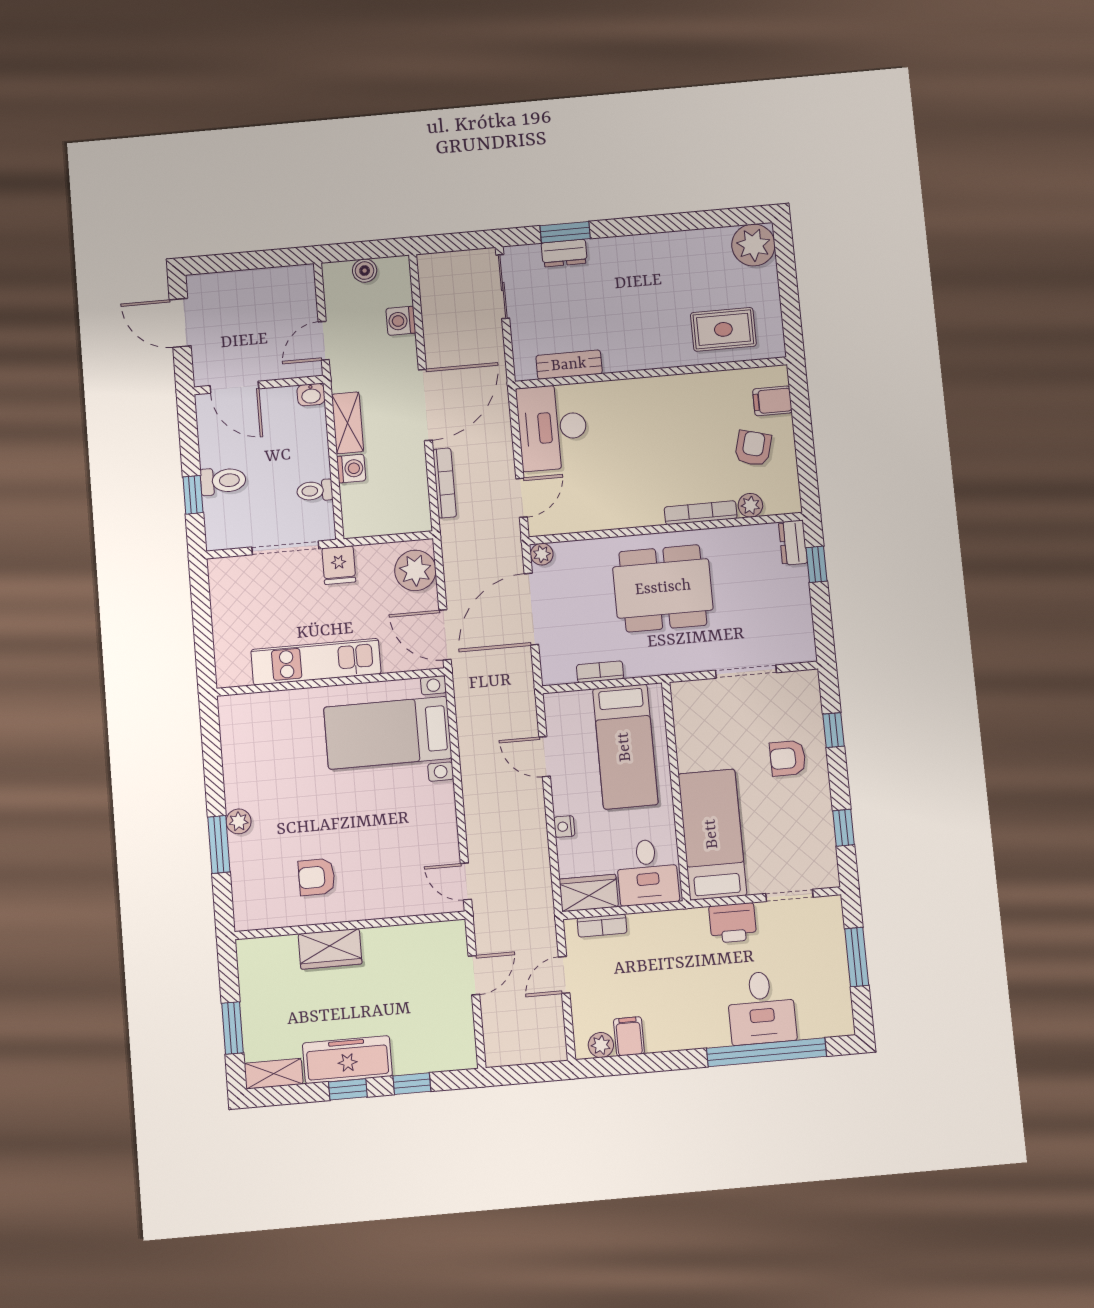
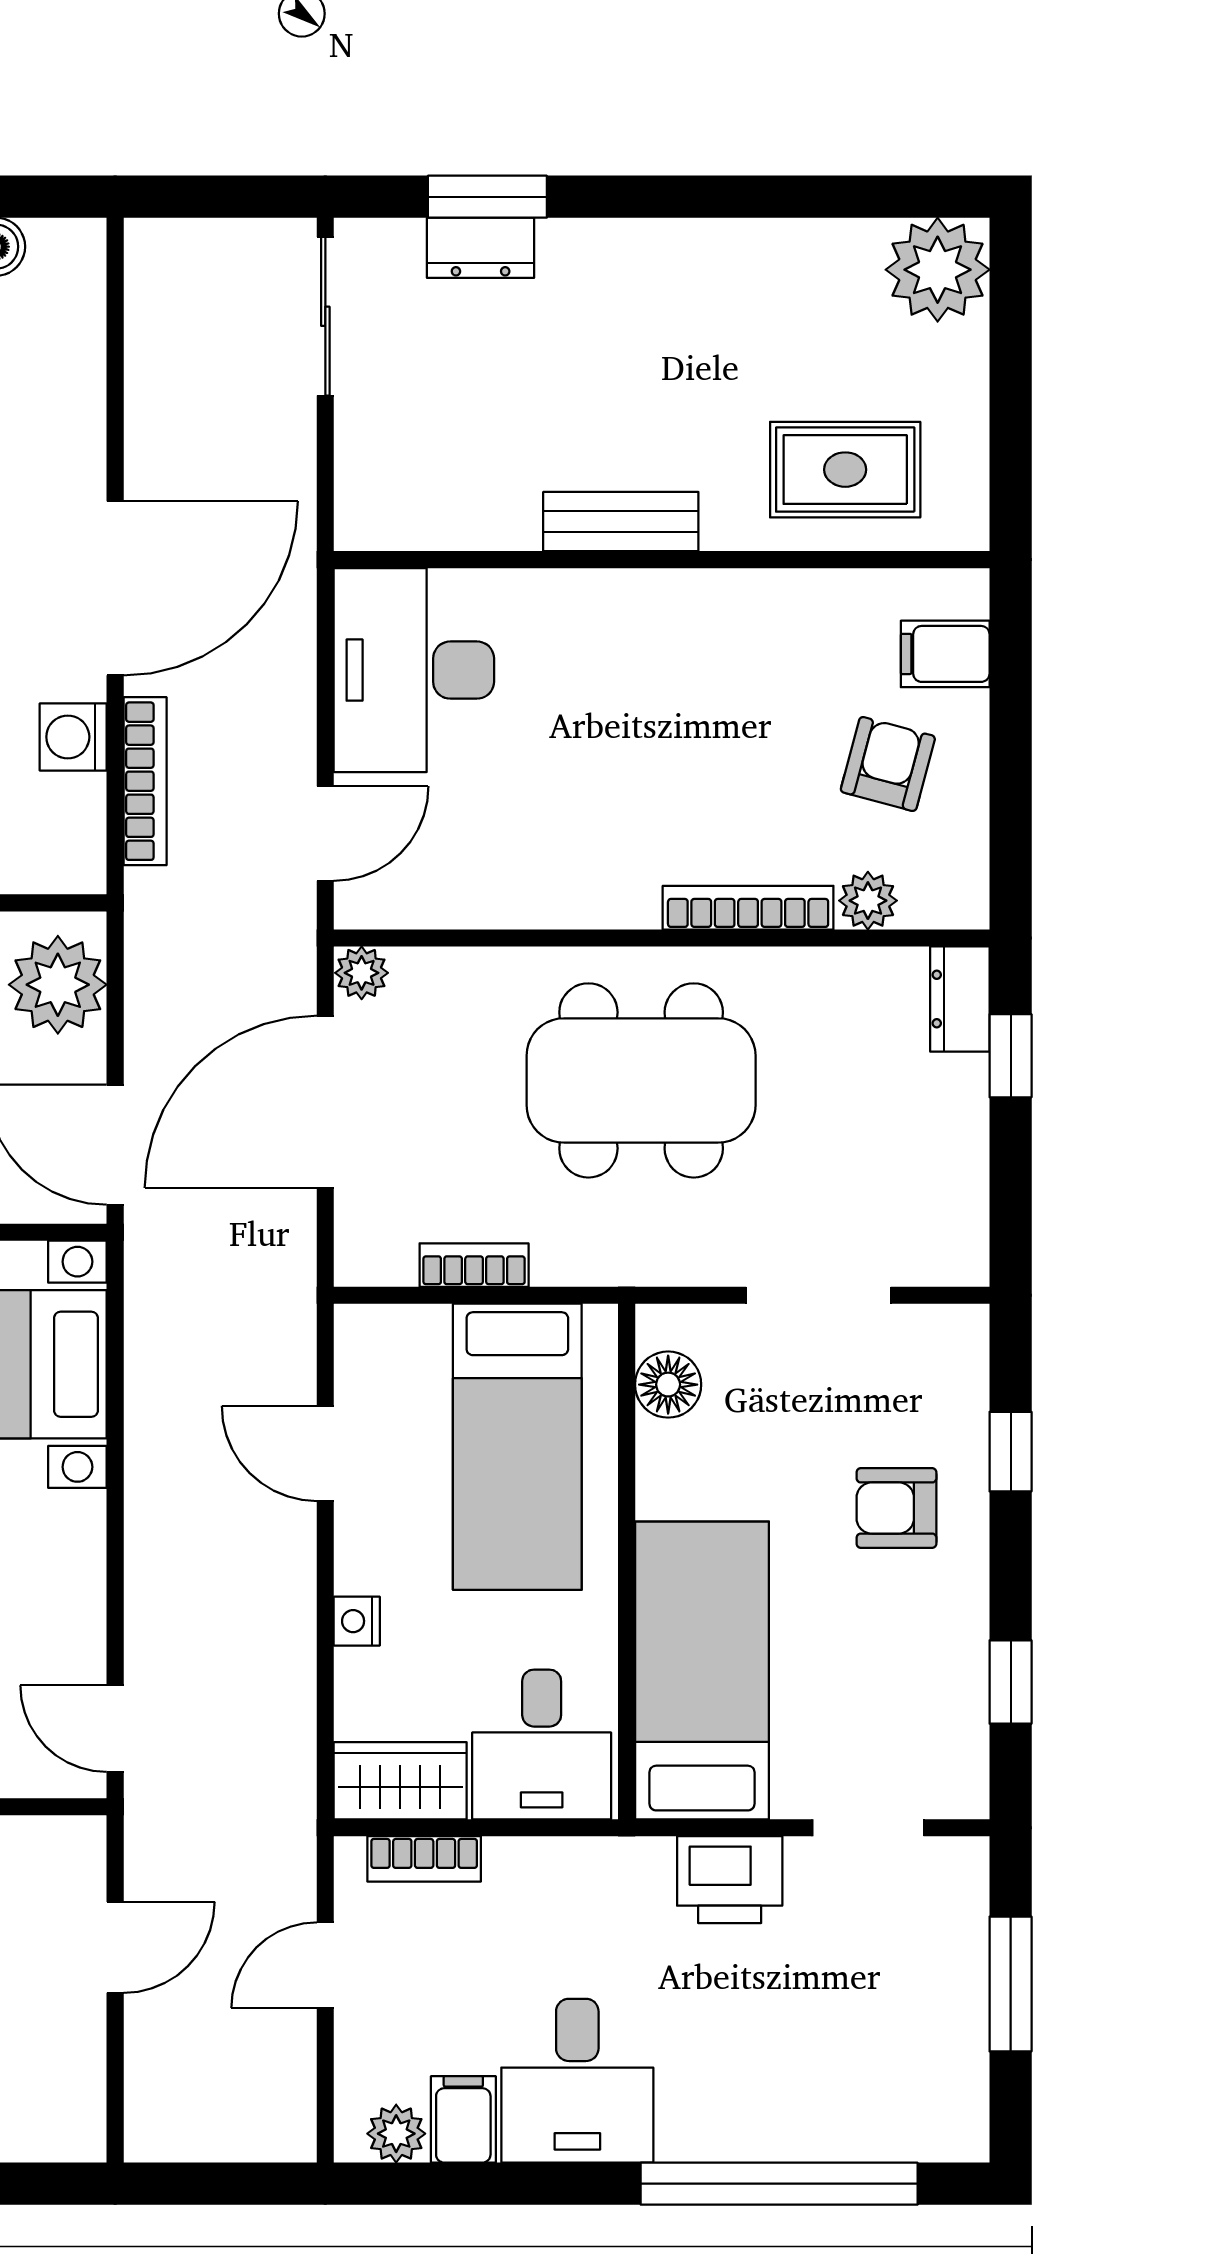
washing machine: (401, 321) -> (73, 737), moved
bench: (569, 365) -> (621, 522), moved
floor lamp: (686, 715) -> (668, 1385), added
desk: (761, 1008) -> (577, 2081), moved

